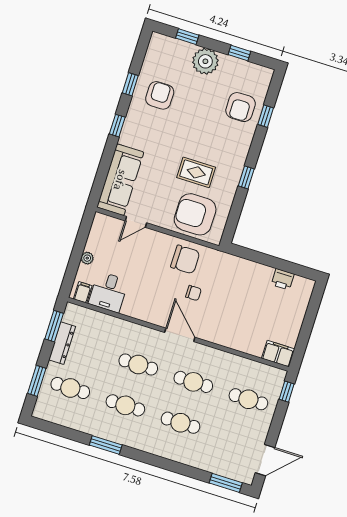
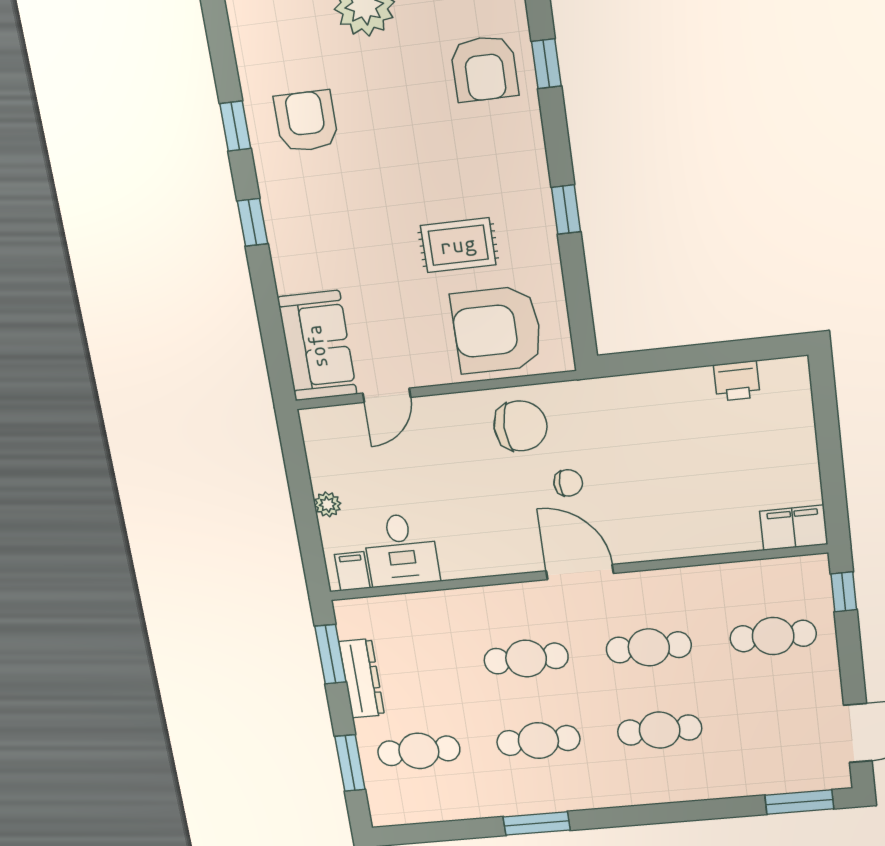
sofa: (120, 180) -> (317, 346), width x0.73

